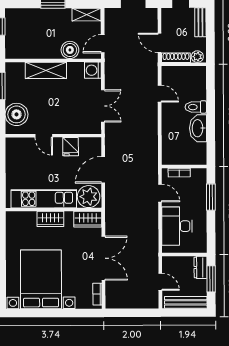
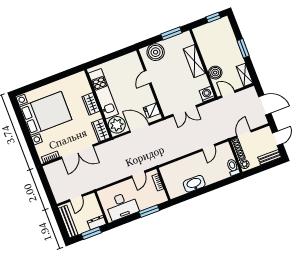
toilet: (196, 107) -> (233, 167), moved
fridge: (71, 147) -> (152, 111), moved
desk: (177, 226) -> (122, 206), moved, turned 180

